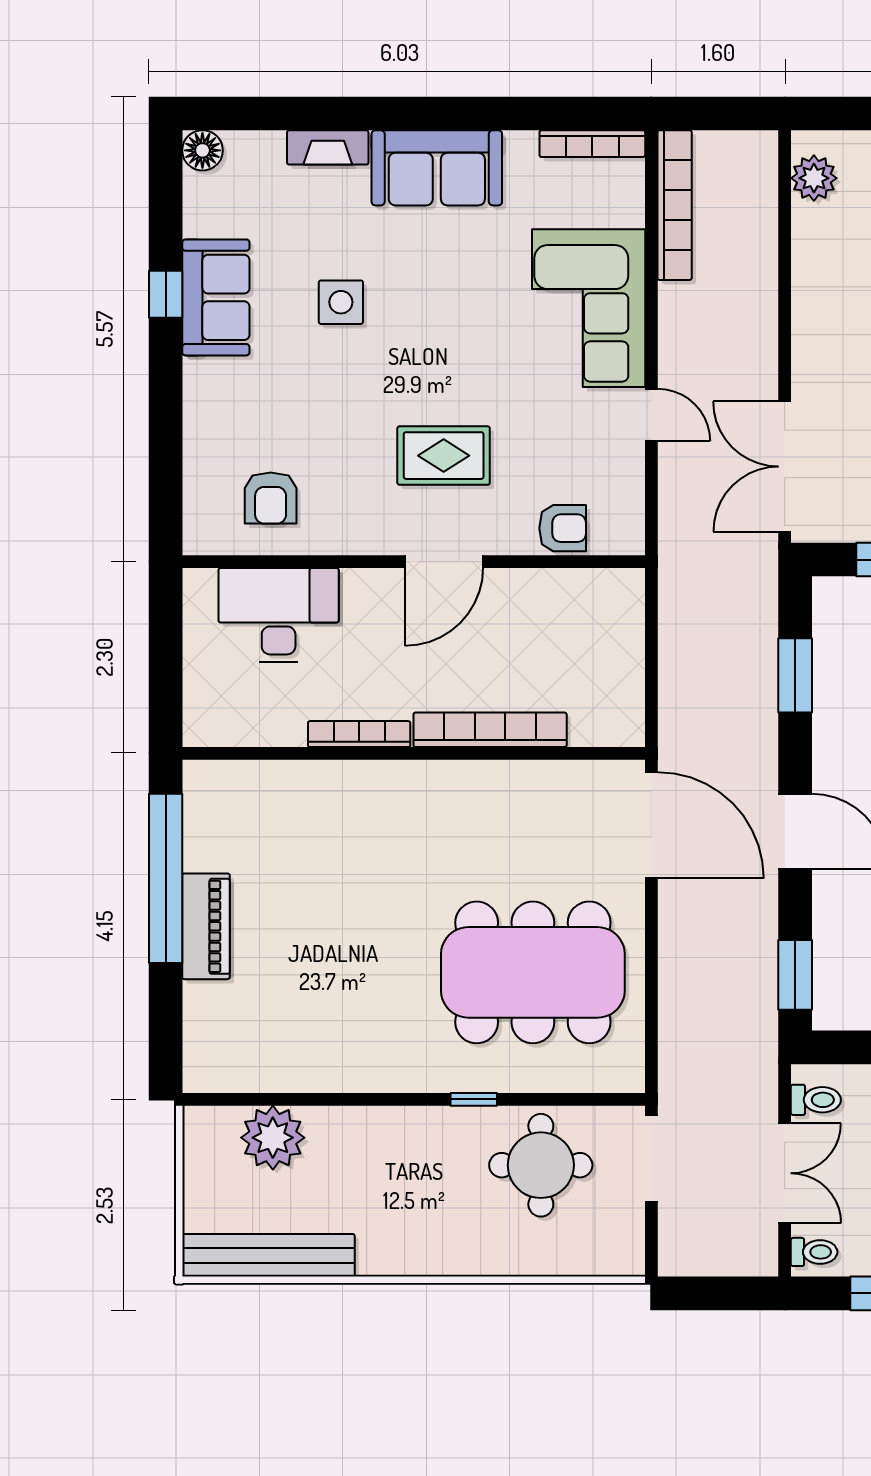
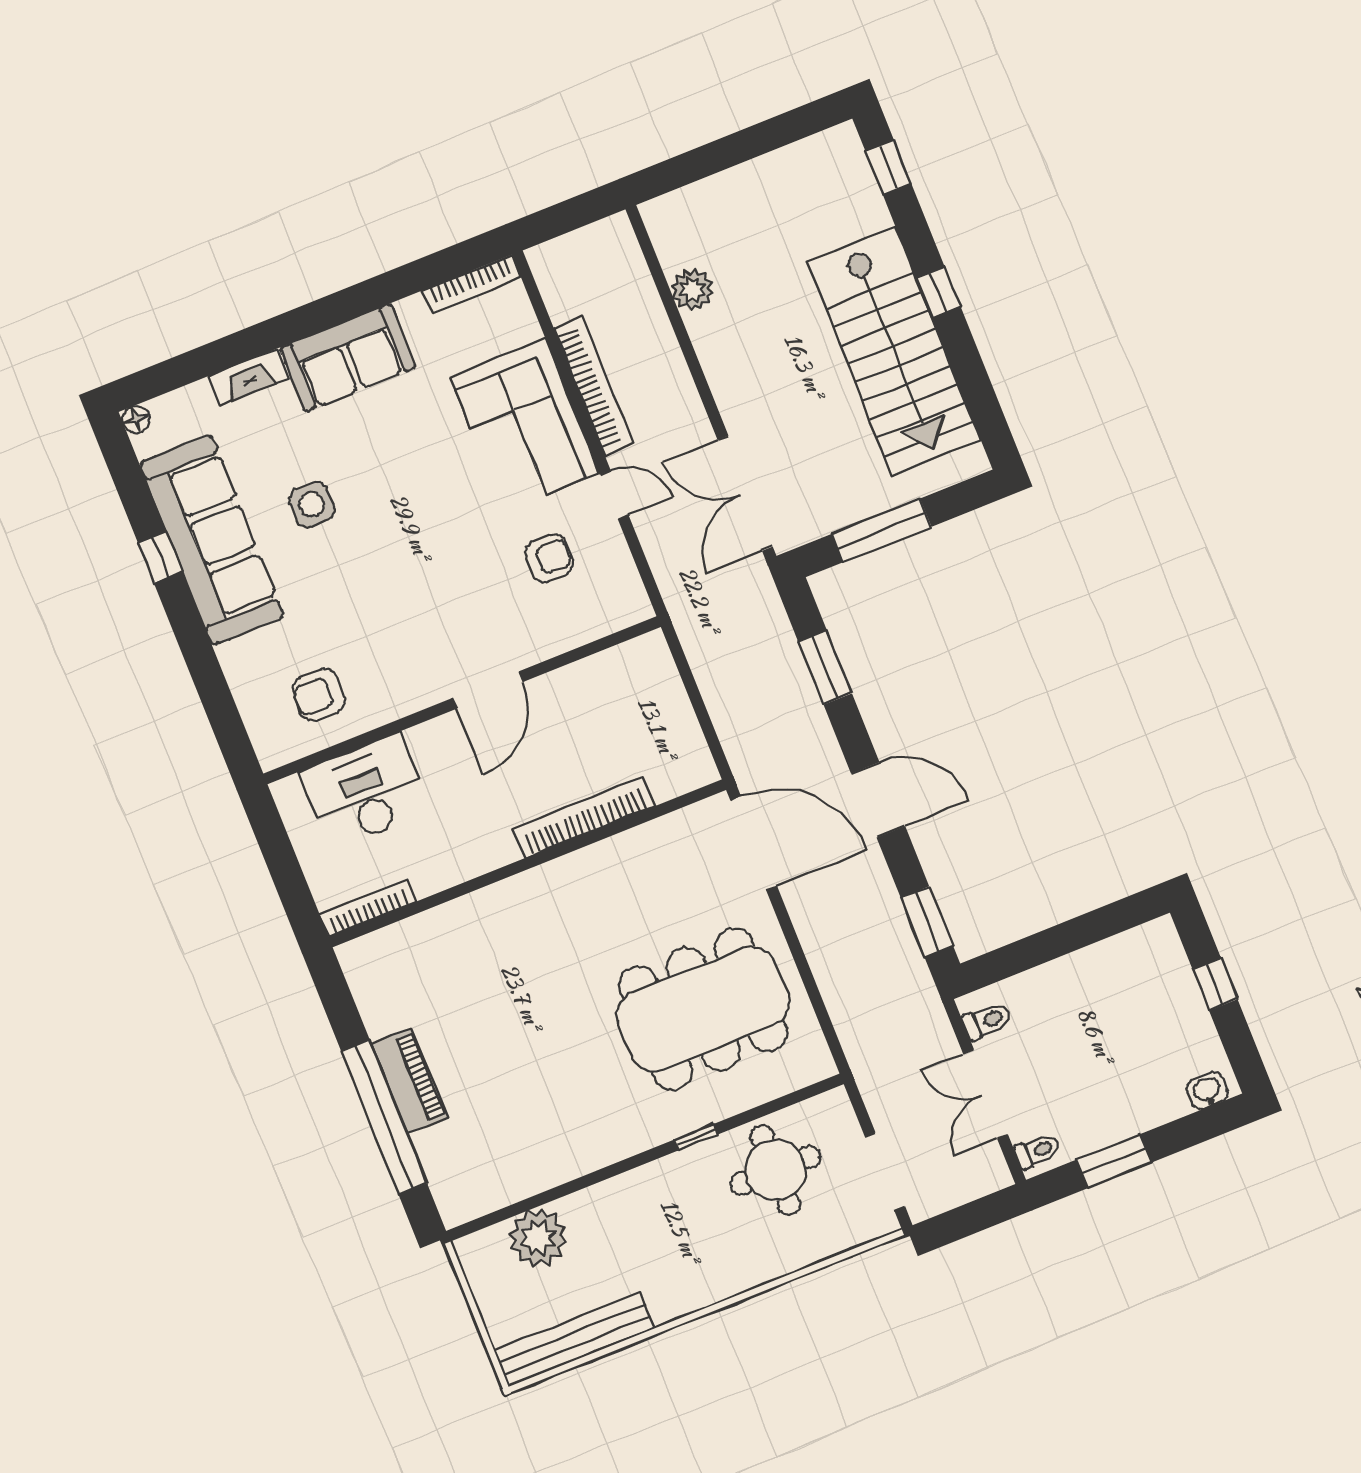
floor lamp: (202, 150) -> (136, 420), width x0.73, depth x0.73
plant: (814, 178) -> (693, 290), moved
bookcase: (675, 205) -> (594, 386), moved
sofa: (216, 297) -> (212, 540), width x1.85, depth x1.27
rug: (444, 456) -> (451, 600), removed
armchair: (271, 498) -> (319, 695), turned 92
armchair: (563, 528) -> (549, 558), moved
bookcase: (359, 734) -> (367, 908), moved
window: (166, 878) -> (384, 1117), moved
doorway: (651, 1158) -> (885, 1172), moved
double door: (785, 1173) -> (986, 1094), swing flipped

